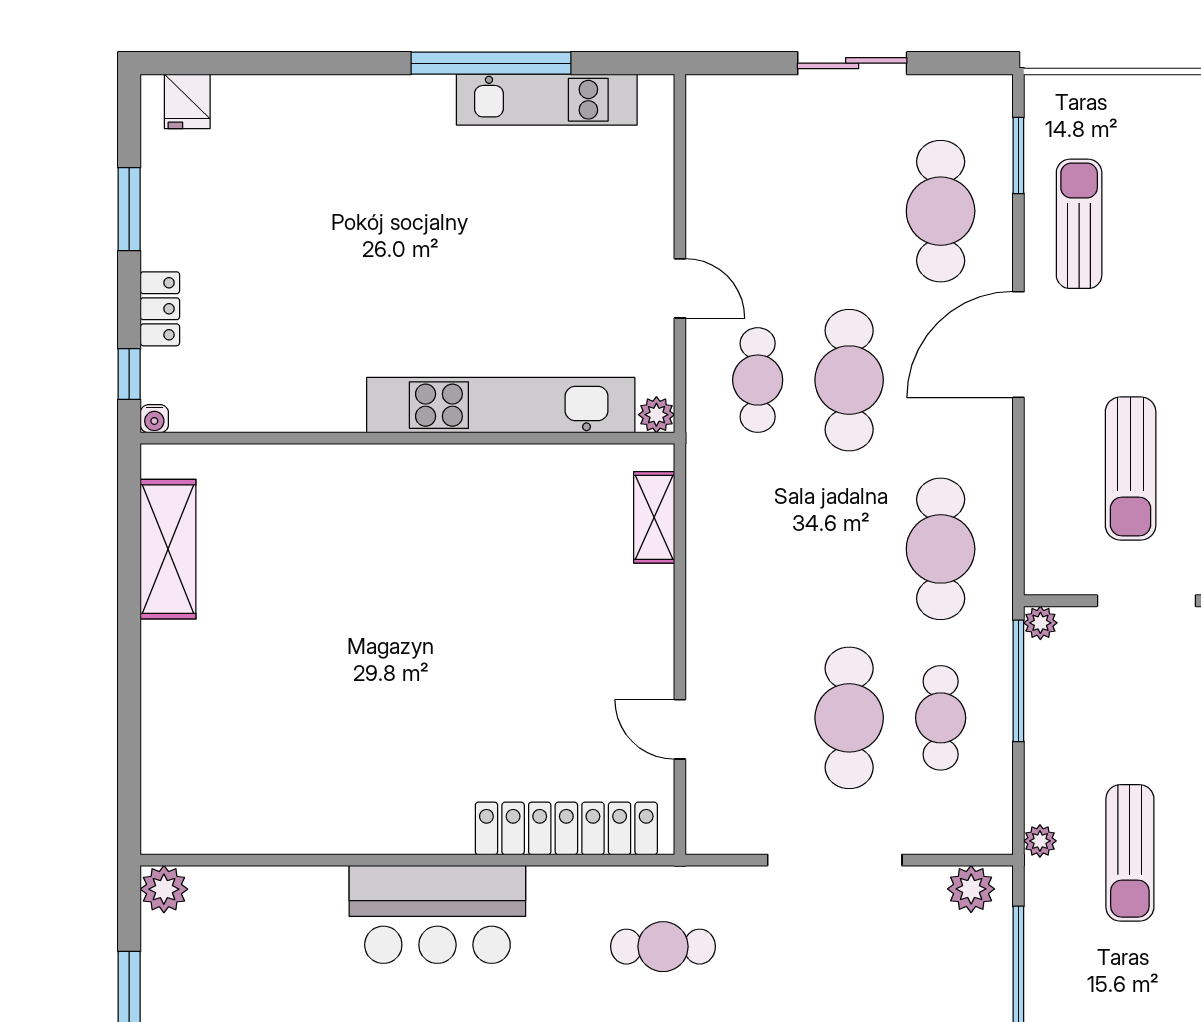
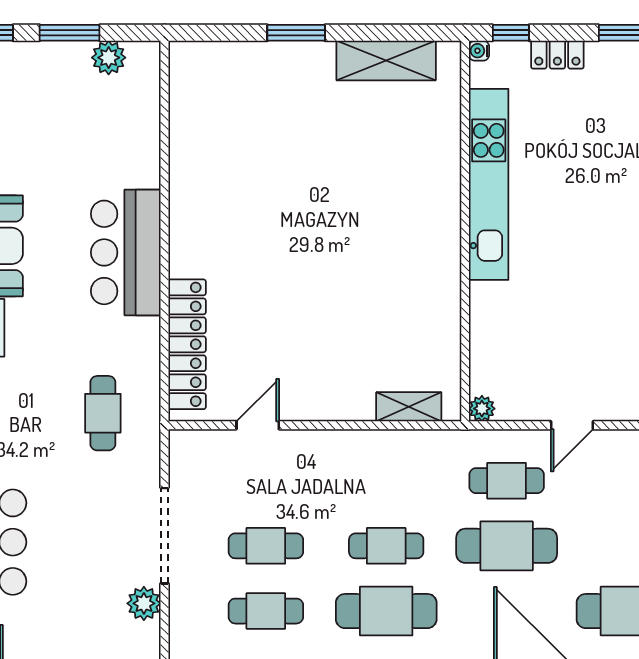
kitchen unit: (501, 405) -> (489, 184), moved
cafe table: (849, 549) -> (386, 546), added
window: (129, 675) -> (296, 33), added
cafe table: (849, 718) -> (266, 546), width x0.73, depth x0.74
plant: (164, 889) -> (109, 58), moved
plant: (971, 889) -> (144, 603), moved

